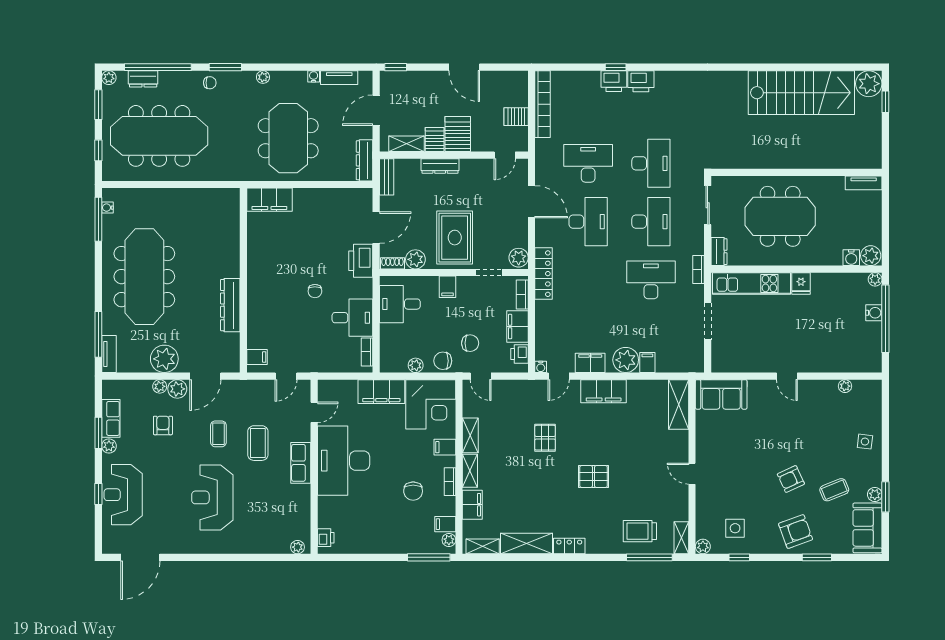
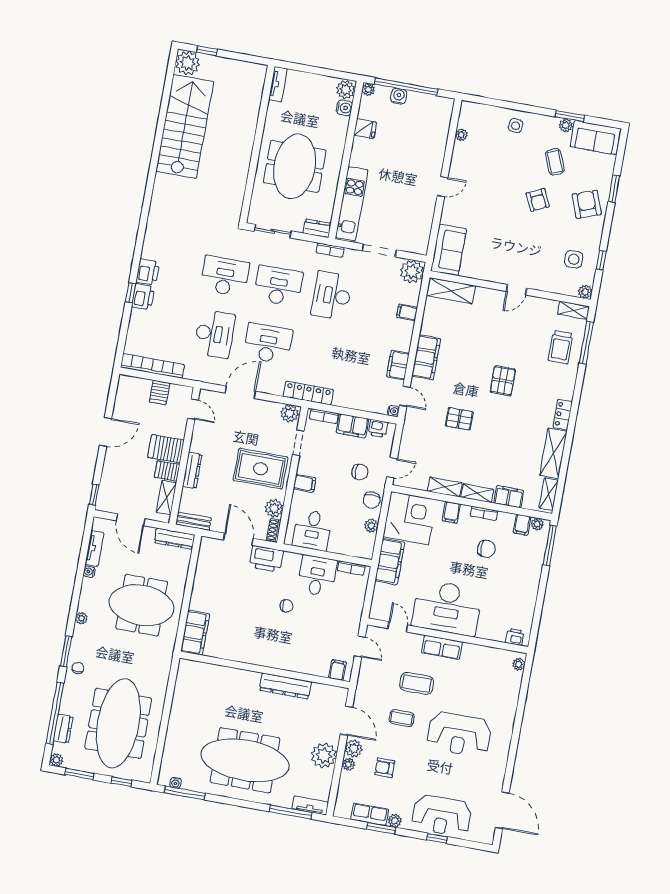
desk: (588, 163) -> (214, 334), turned 180
fridge: (801, 283) -> (365, 129), moved
chair: (470, 343) -> (360, 472), turned 90
plant: (626, 360) -> (412, 272), moved

